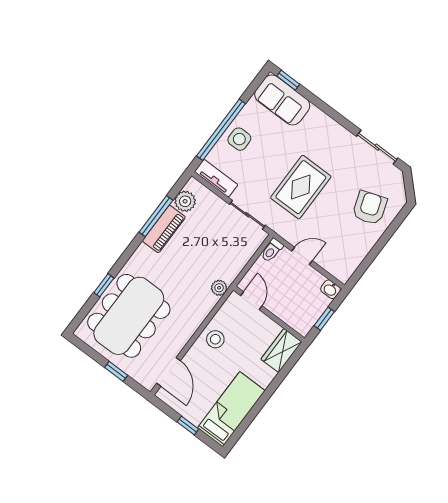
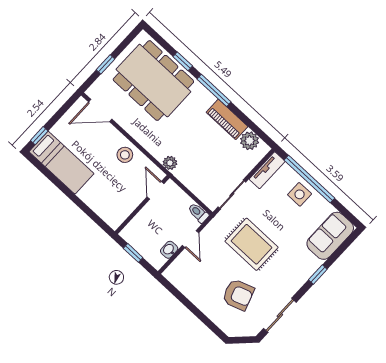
window: (288, 80) -> (318, 275), moved
armchair: (370, 208) -> (238, 295), moved
window: (156, 216) -> (214, 90), moved
washbasin: (330, 289) -> (169, 250), moved
door: (251, 301) -> (156, 190), swing flipped
wardrobe: (281, 351) -> (109, 212), removed
window: (188, 425) -> (39, 136), moved

